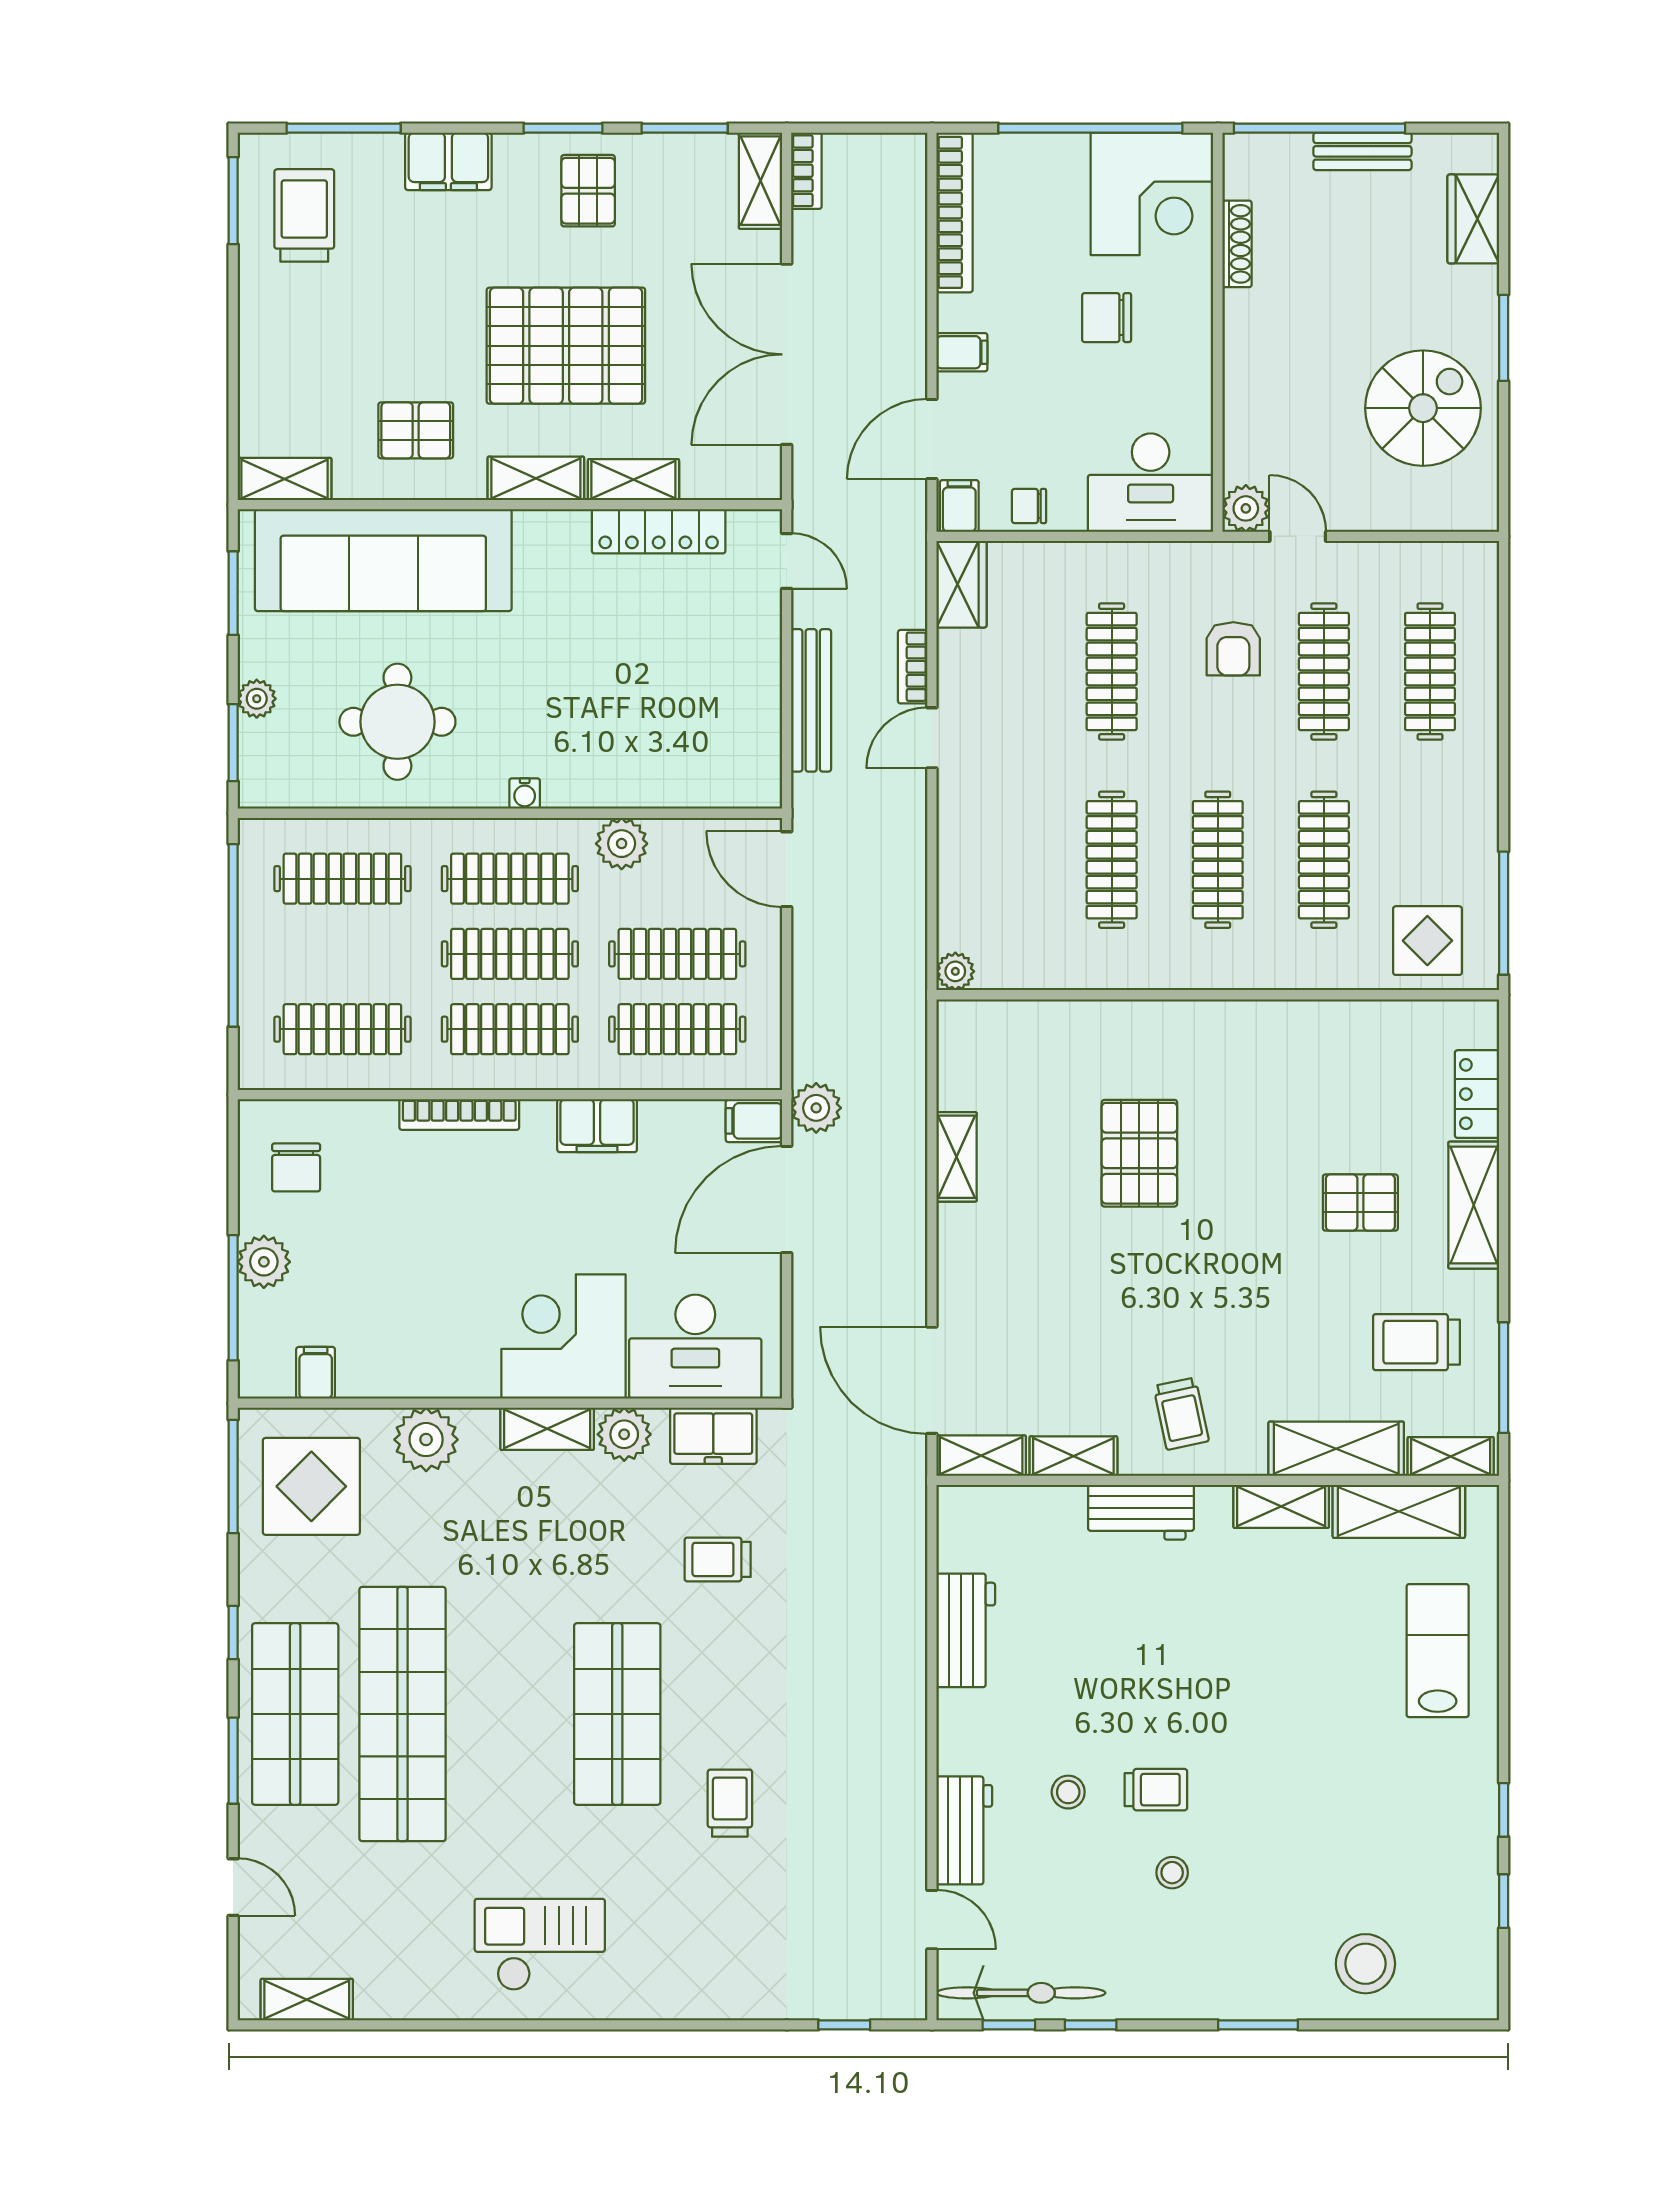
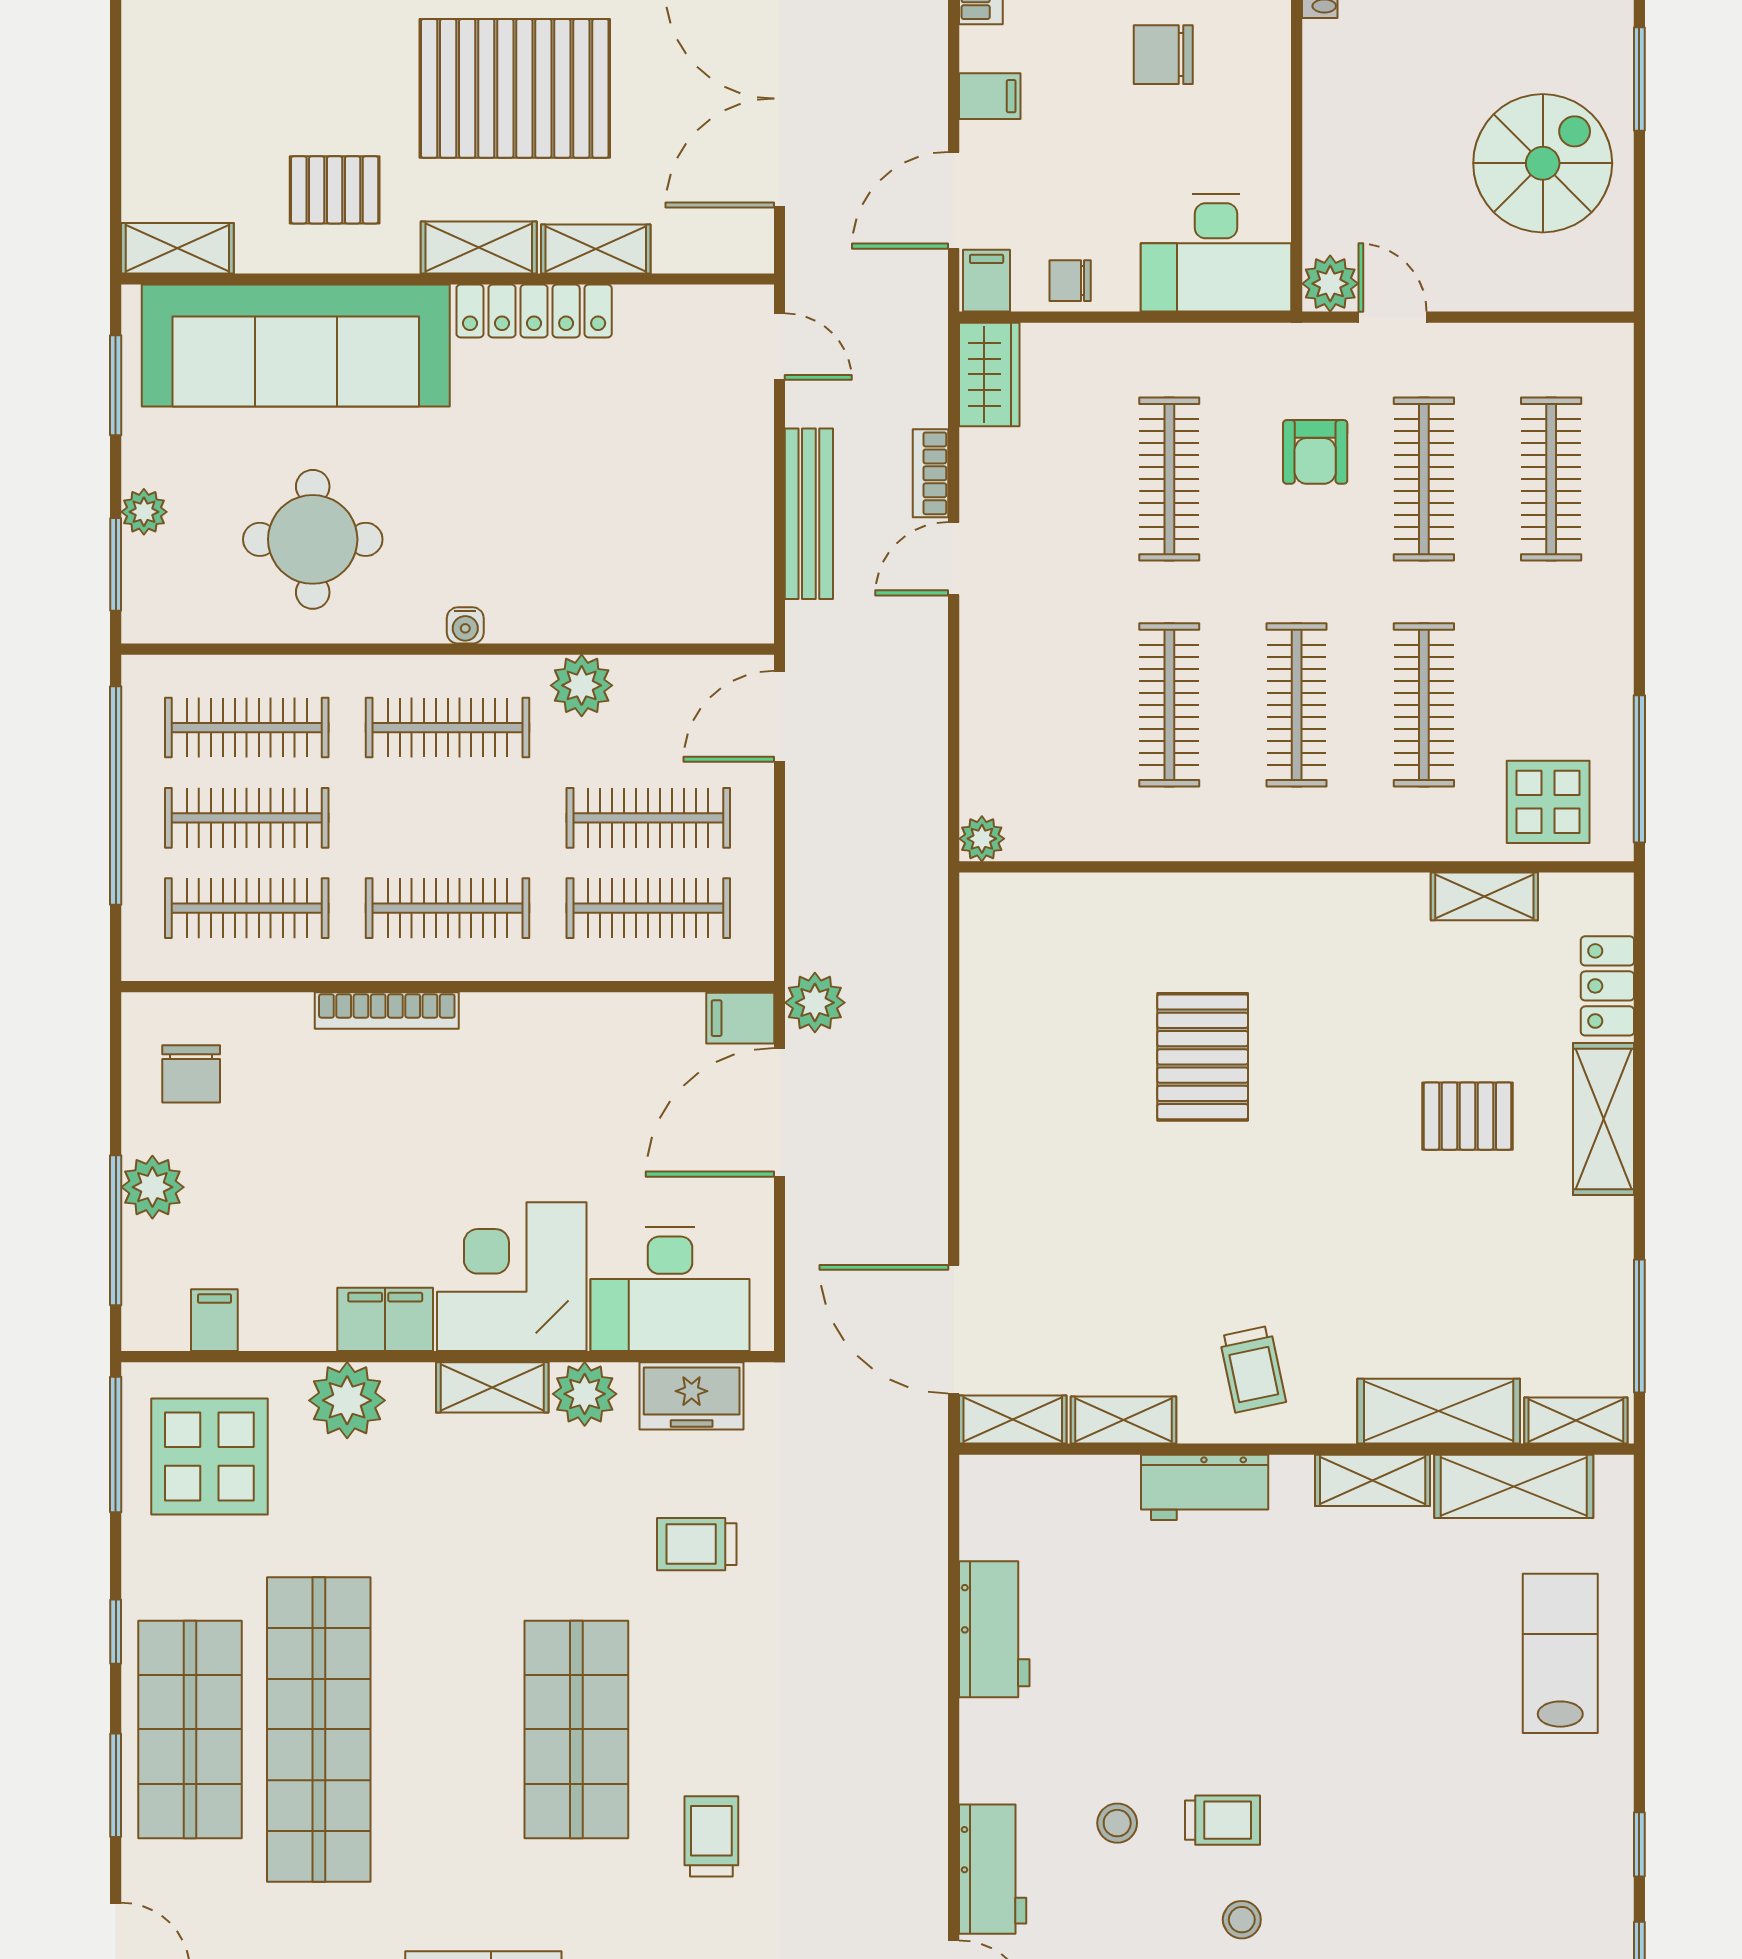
locker: (659, 531) -> (534, 311), moved
door: (787, 869) -> (780, 716), hinge flipped
clothes rail: (510, 954) -> (247, 818), moved
filing cabinet: (597, 1126) -> (385, 1319), moved, turned 180
shelving: (957, 1157) -> (1484, 896), moved, turned 90
trolley: (1416, 1342) -> (1535, 1283), removed

